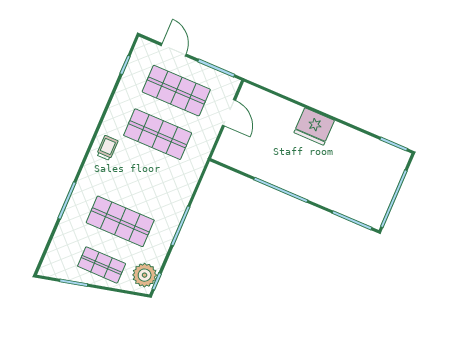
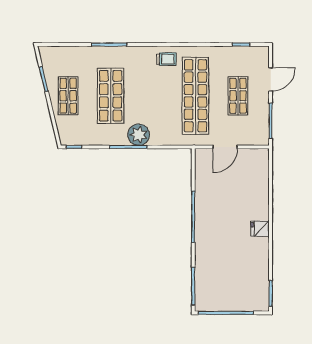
shop shelf: (176, 91) -> (238, 96), width x0.70, depth x0.74
door: (229, 113) -> (225, 147), moved
fridge: (314, 127) -> (260, 229), width x0.53, depth x0.75
shop shelf: (158, 134) -> (195, 96), width x1.40
plant: (145, 275) -> (139, 135), moved

